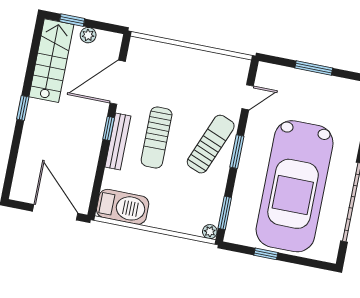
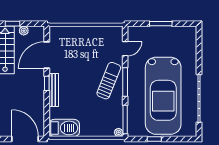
sun lounger: (157, 137) -> (76, 83), removed
window: (237, 152) -> (125, 82), width x1.44
window: (225, 213) -> (125, 120), width x1.44

